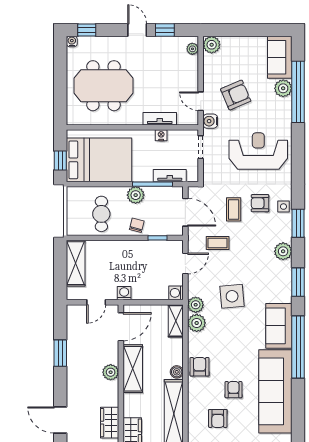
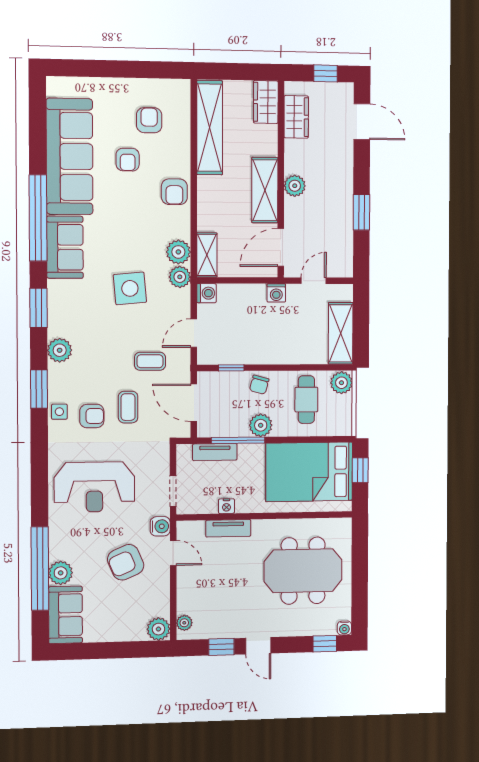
plant: (75, 226) -> (341, 383), added
boiler: (177, 372) -> (205, 185), removed

